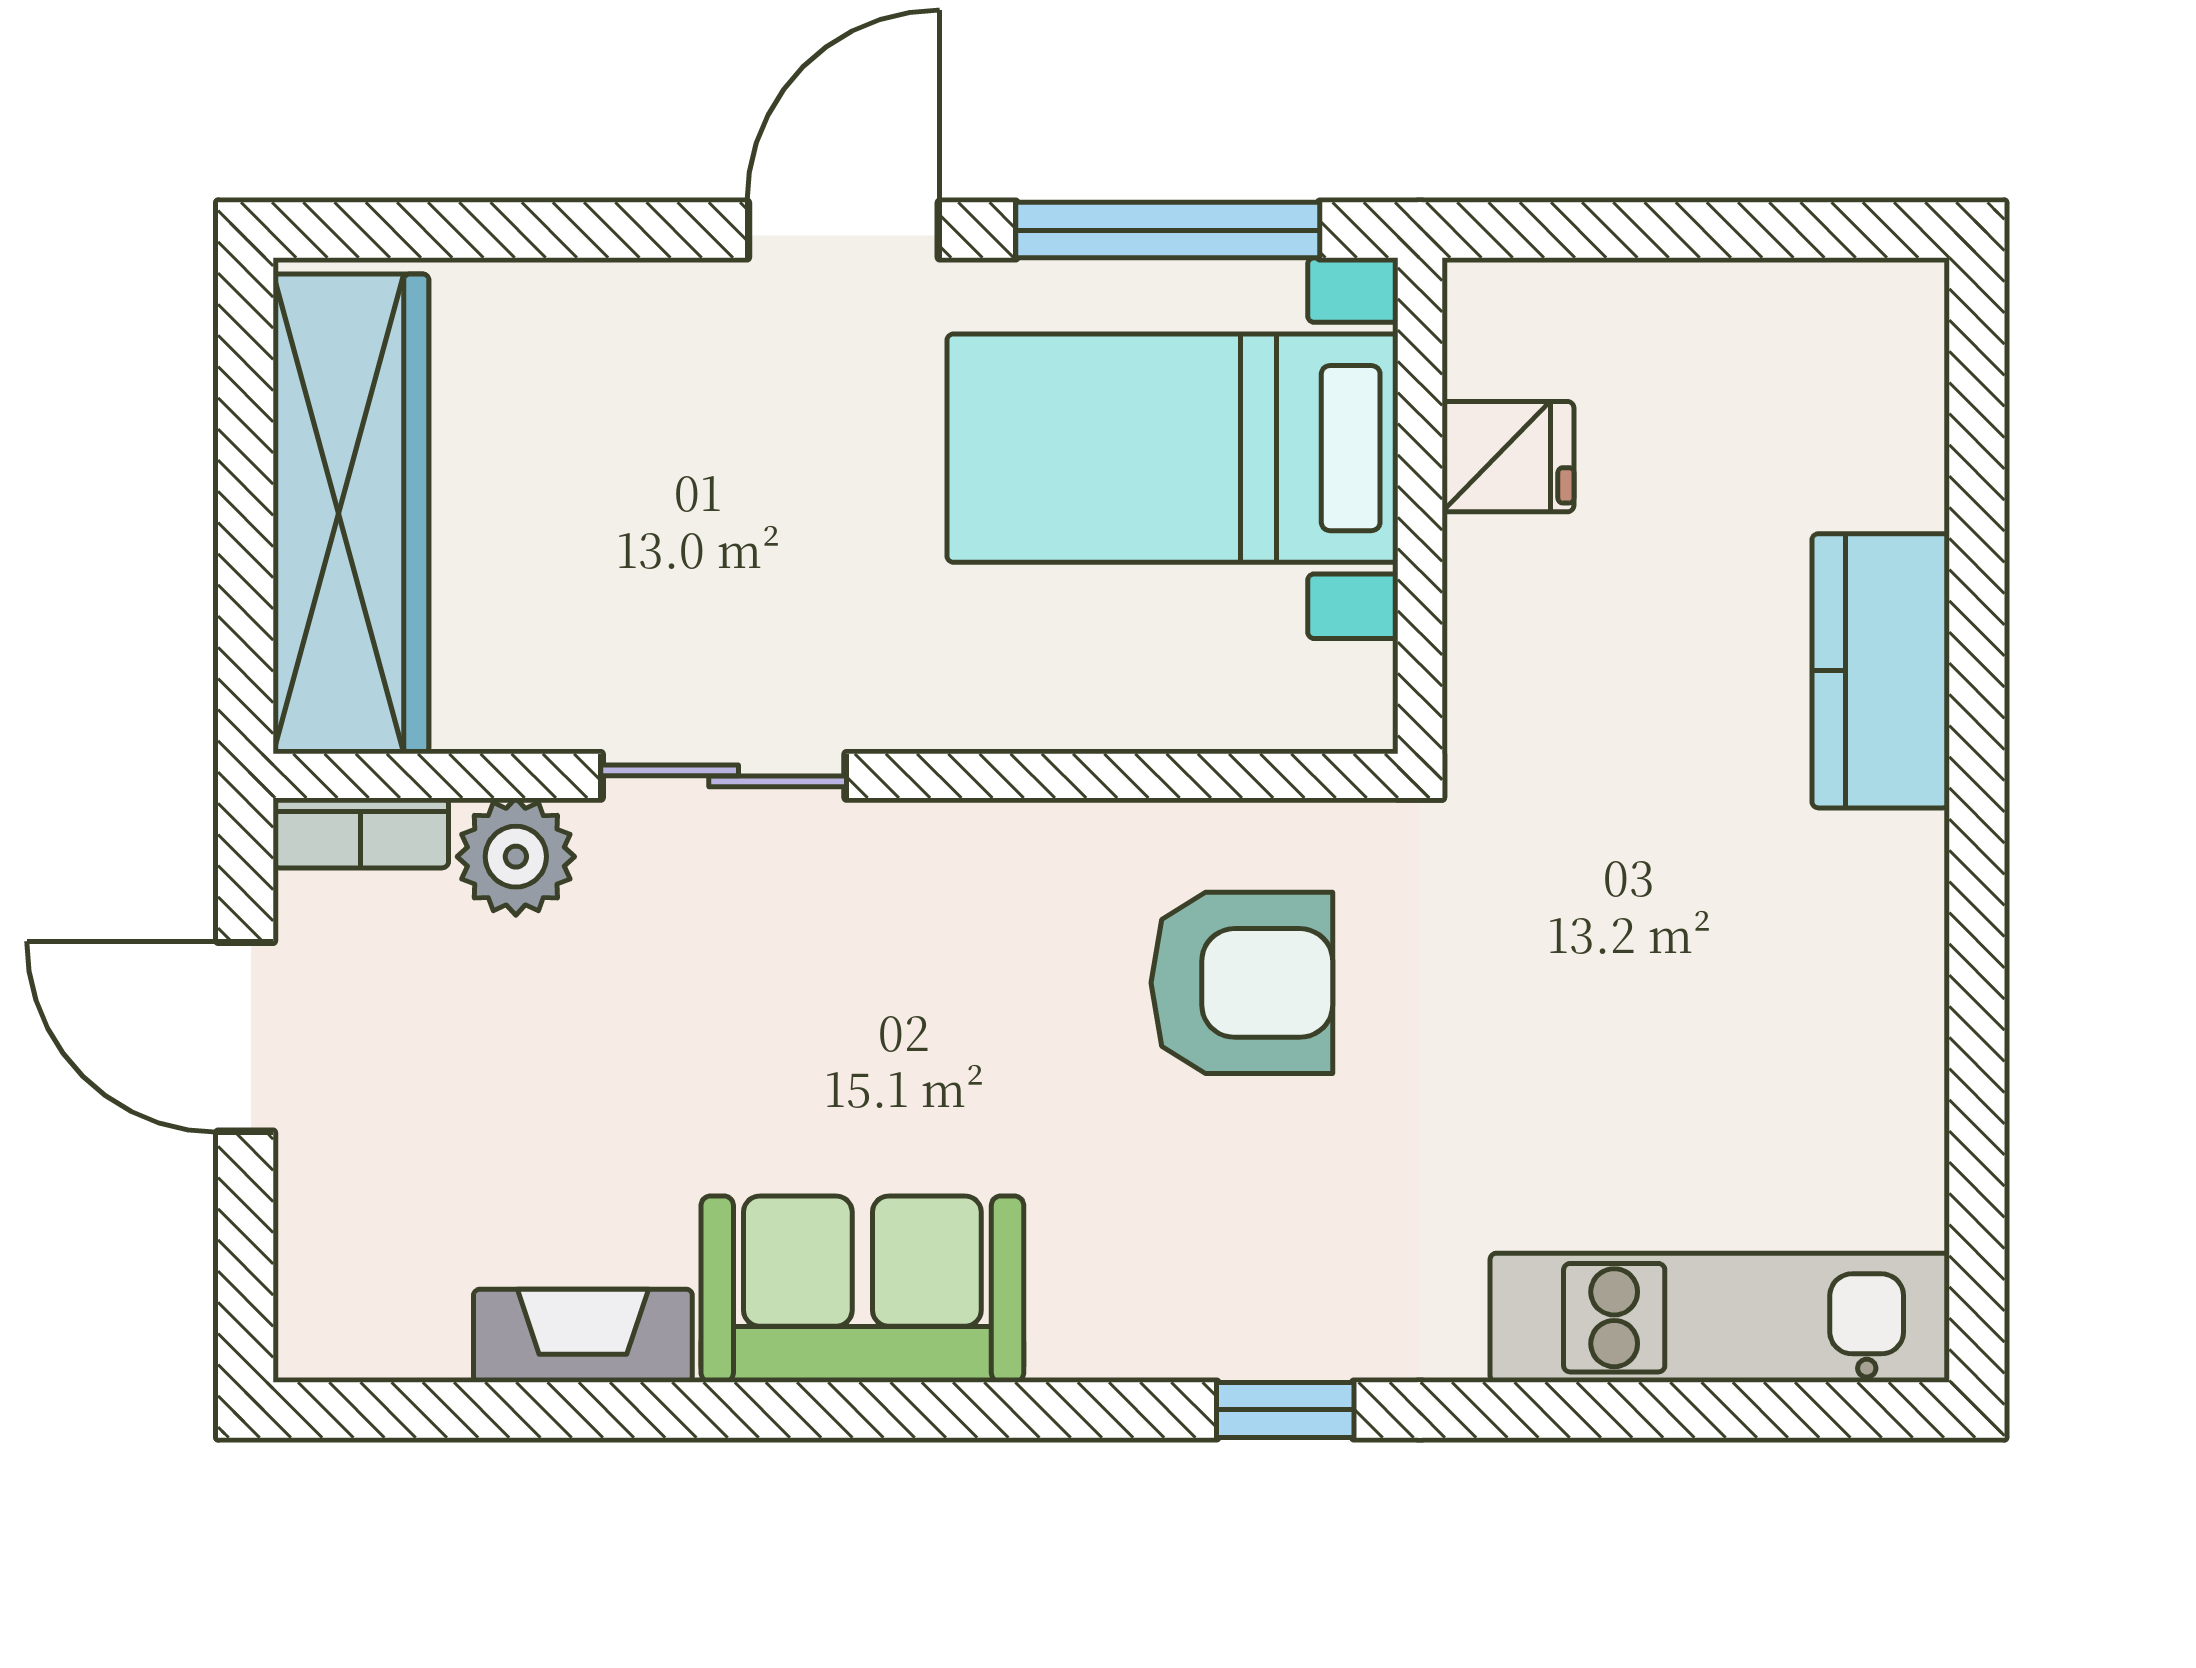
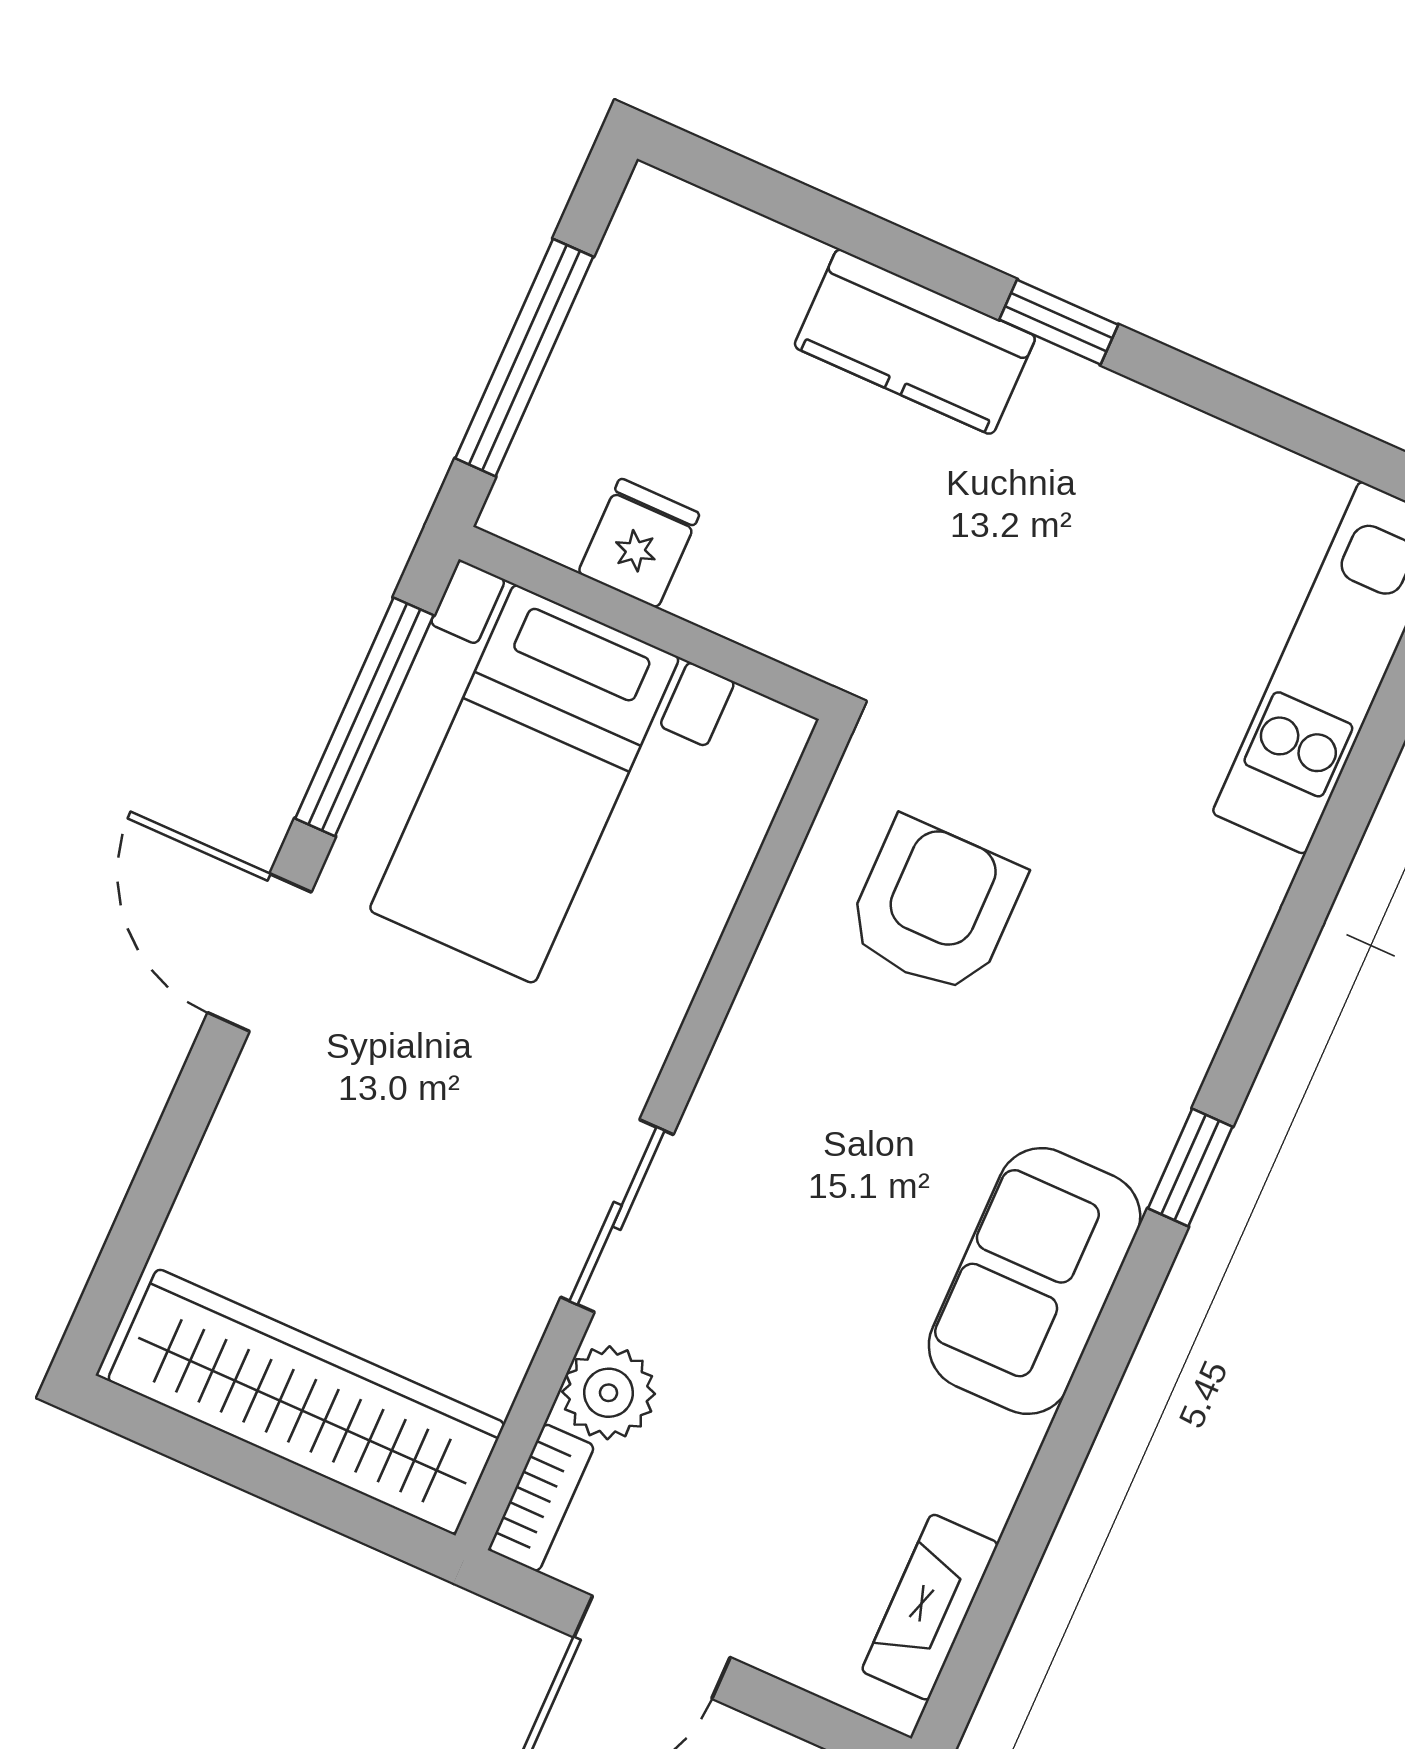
window: (1663, 230) -> (524, 358), added
window: (1977, 826) -> (1059, 322), added
fireplace: (583, 1336) -> (930, 1607), moved
window: (1285, 1410) -> (1190, 1167), moved

